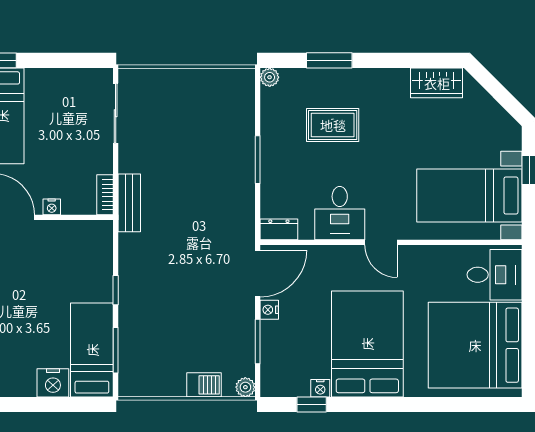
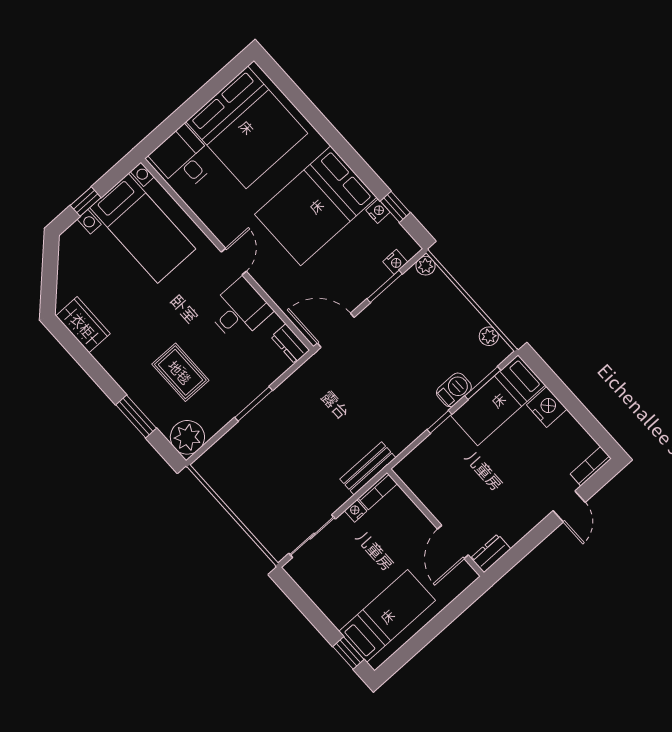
plant: (270, 77) -> (187, 437), width x1.88, depth x1.88
nightstand: (52, 207) -> (356, 511), moved, turned -90
nightstand: (269, 310) -> (395, 262), moved
barbecue: (204, 385) -> (454, 390), moved, turned 90
plant: (147, 387) -> (489, 336), added

